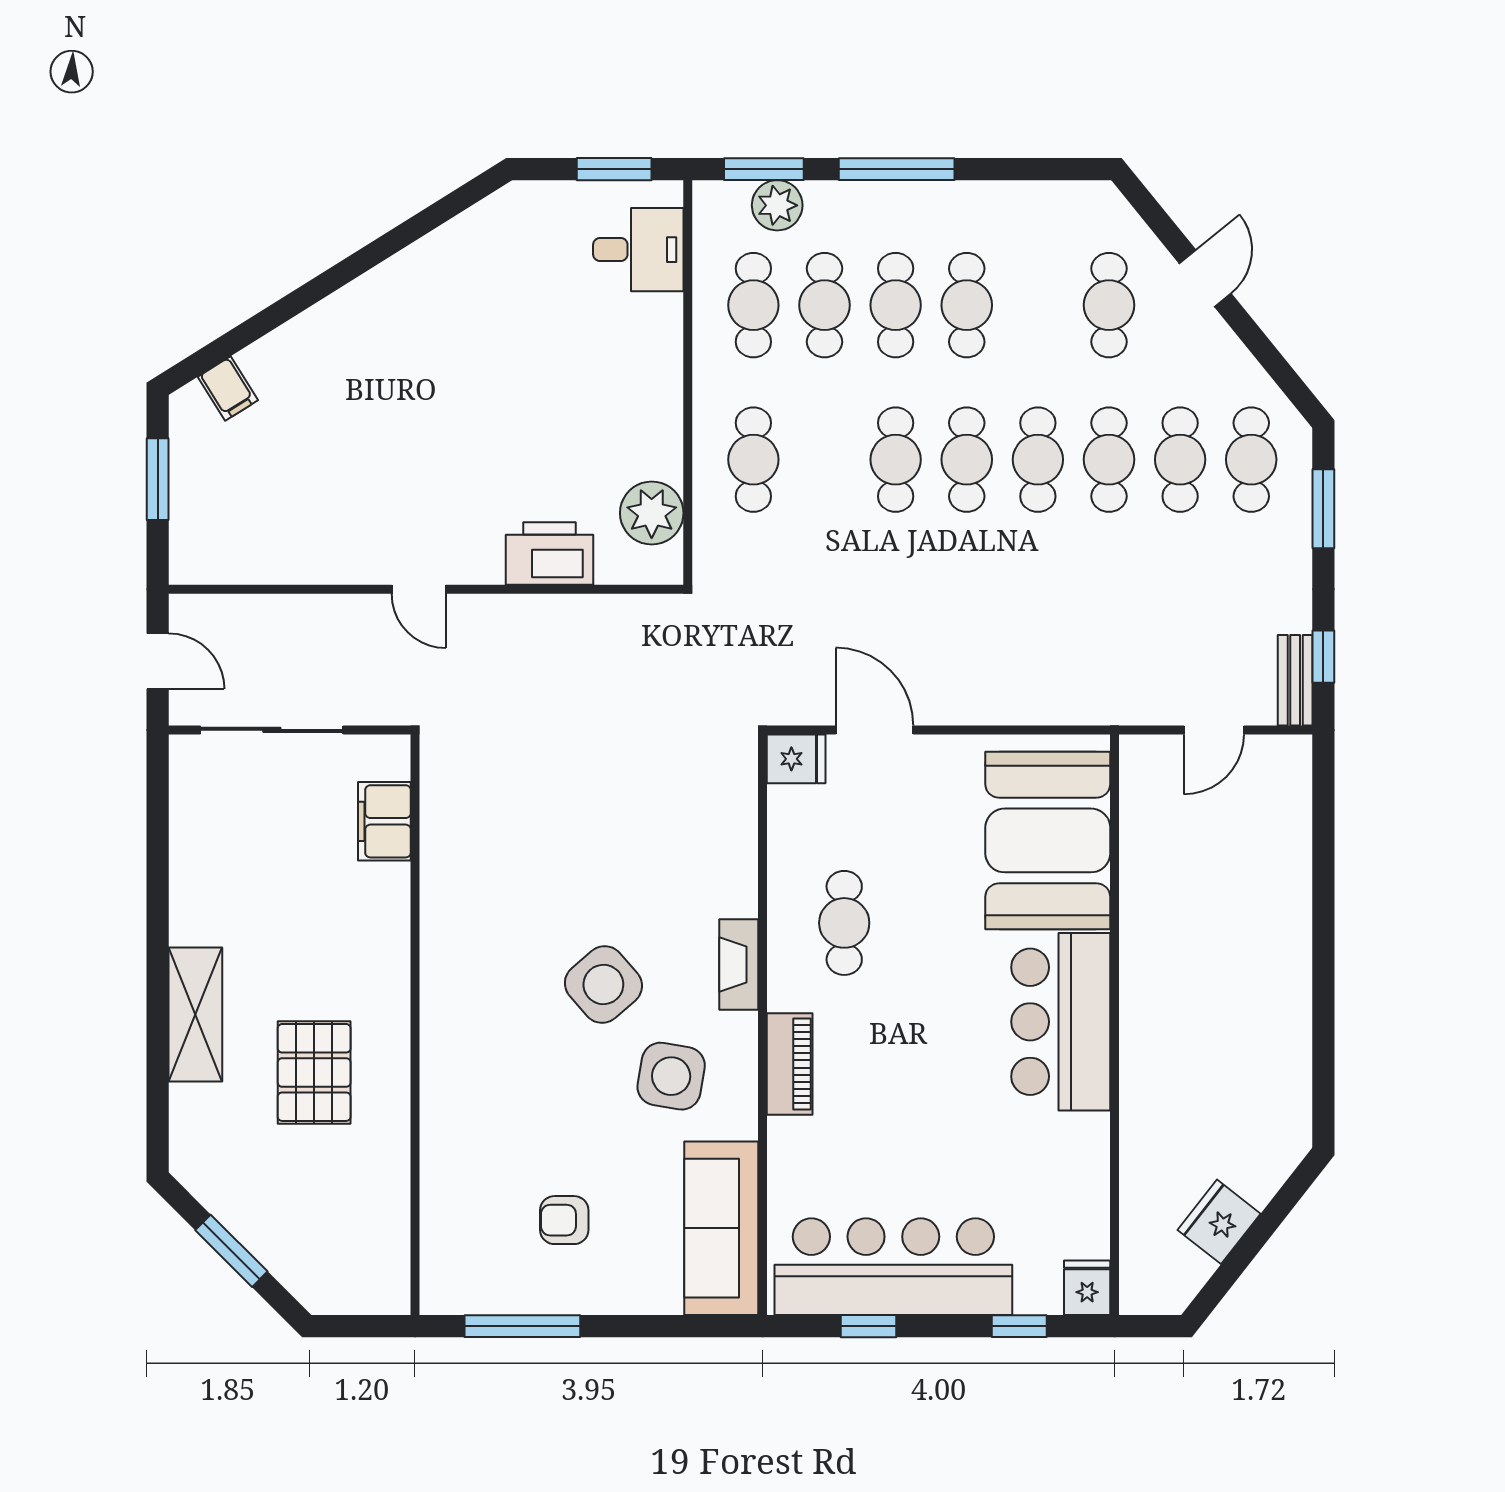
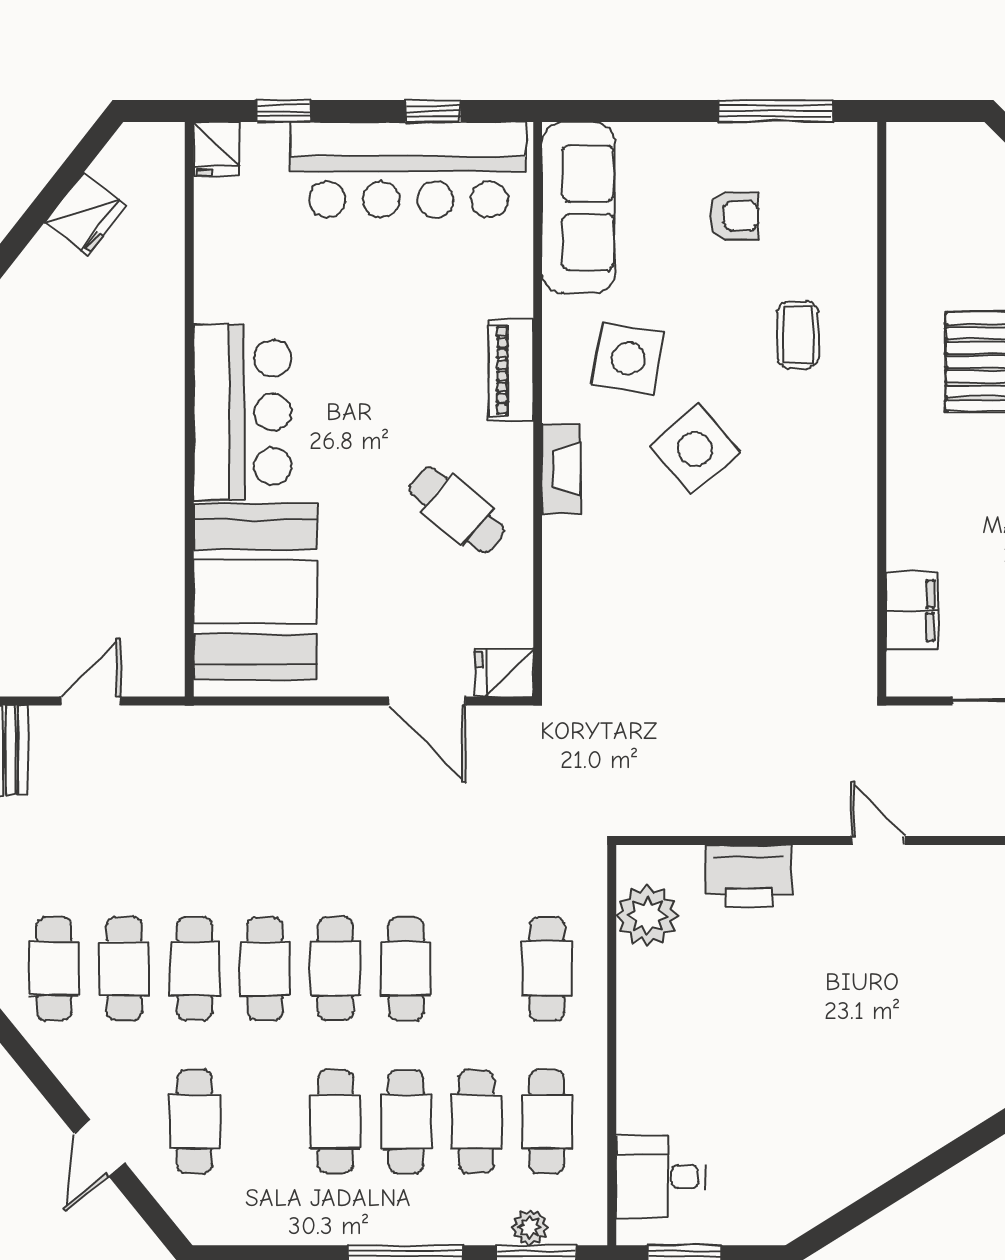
plant: (777, 205) -> (530, 1227), width x0.73, depth x0.73
cafe table: (844, 923) -> (457, 510), turned -50
coffee table: (500, 1100) -> (798, 335), added

